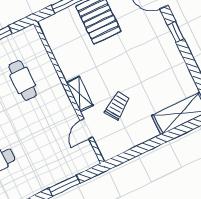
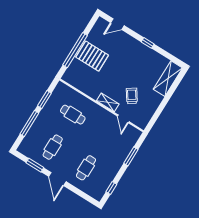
window: (176, 32) -> (148, 43), moved

